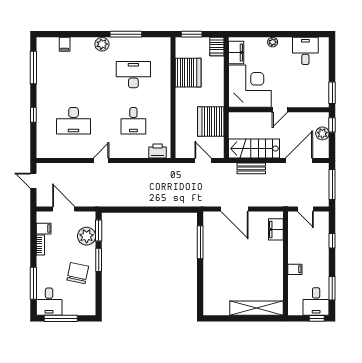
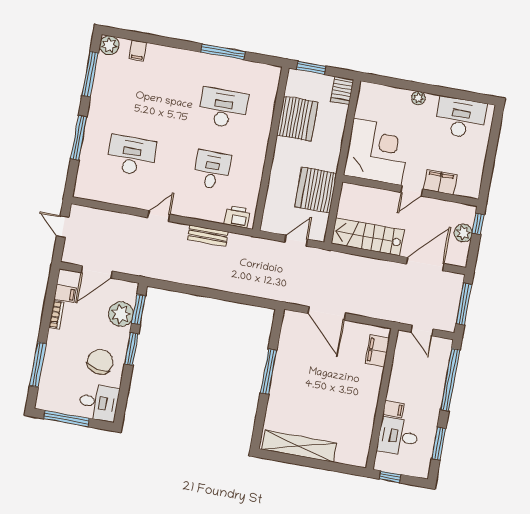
plant: (102, 44) -> (109, 45), moved
desk: (305, 51) -> (460, 118), width x1.37
filing cabinet: (236, 52) -> (440, 182), moved, turned -90
window: (332, 93) -> (486, 181), removed
window: (33, 115) -> (79, 138), width x2.17
desk: (74, 121) -> (131, 156), turned 180
desk: (133, 121) -> (212, 170), turned 180
door: (203, 161) -> (296, 241), hinge flipped
bench: (251, 168) -> (208, 236), moved
door: (64, 209) -> (97, 272), swing flipped
window: (332, 241) -> (450, 380), width x3.17
window: (200, 242) -> (269, 372), moved
desk: (316, 301) -> (398, 436), moved, turned 90
desk: (49, 302) -> (99, 402), moved, turned -90
shelving: (257, 308) -> (299, 446), moved
window: (317, 318) -> (390, 477), moved

